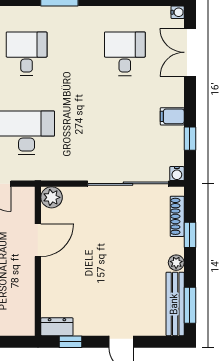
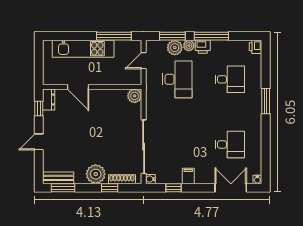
door: (38, 240) -> (78, 87), moved
plant: (176, 263) -> (96, 174), width x1.88, depth x1.88
bench: (175, 304) -> (58, 178), width x0.73

